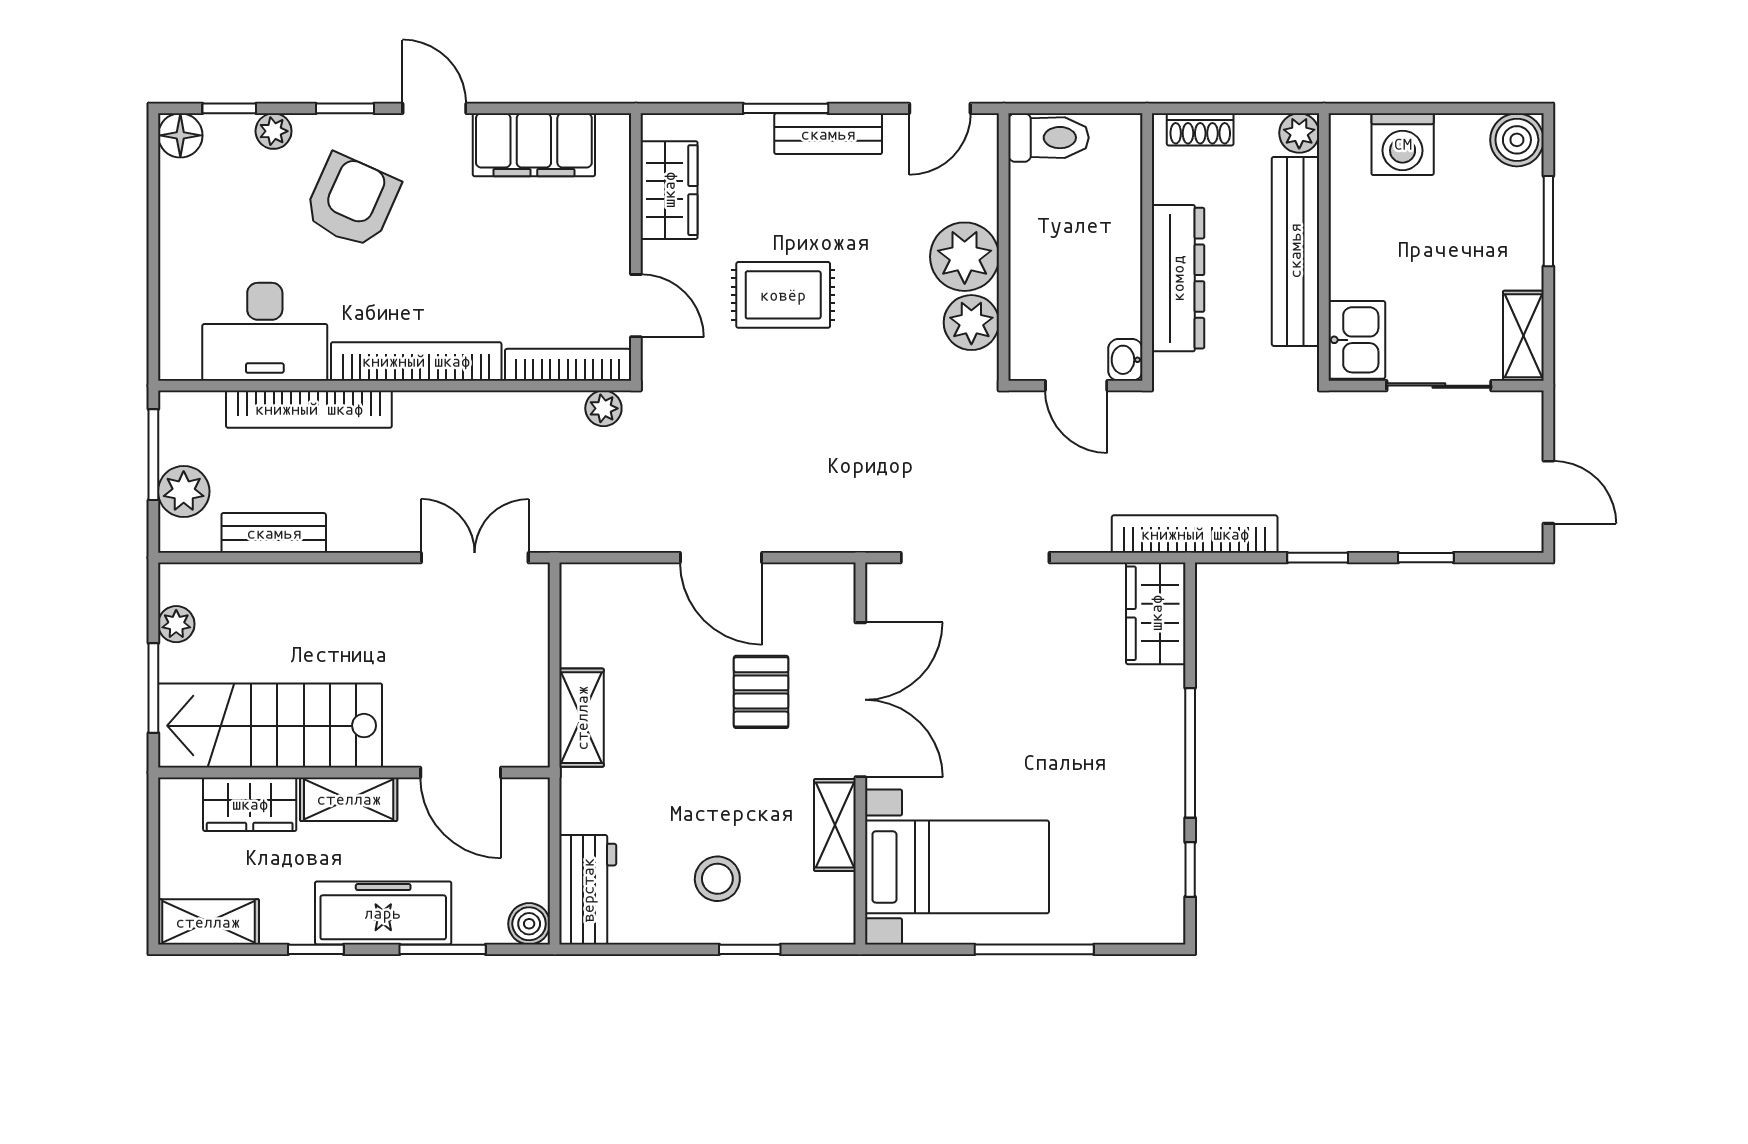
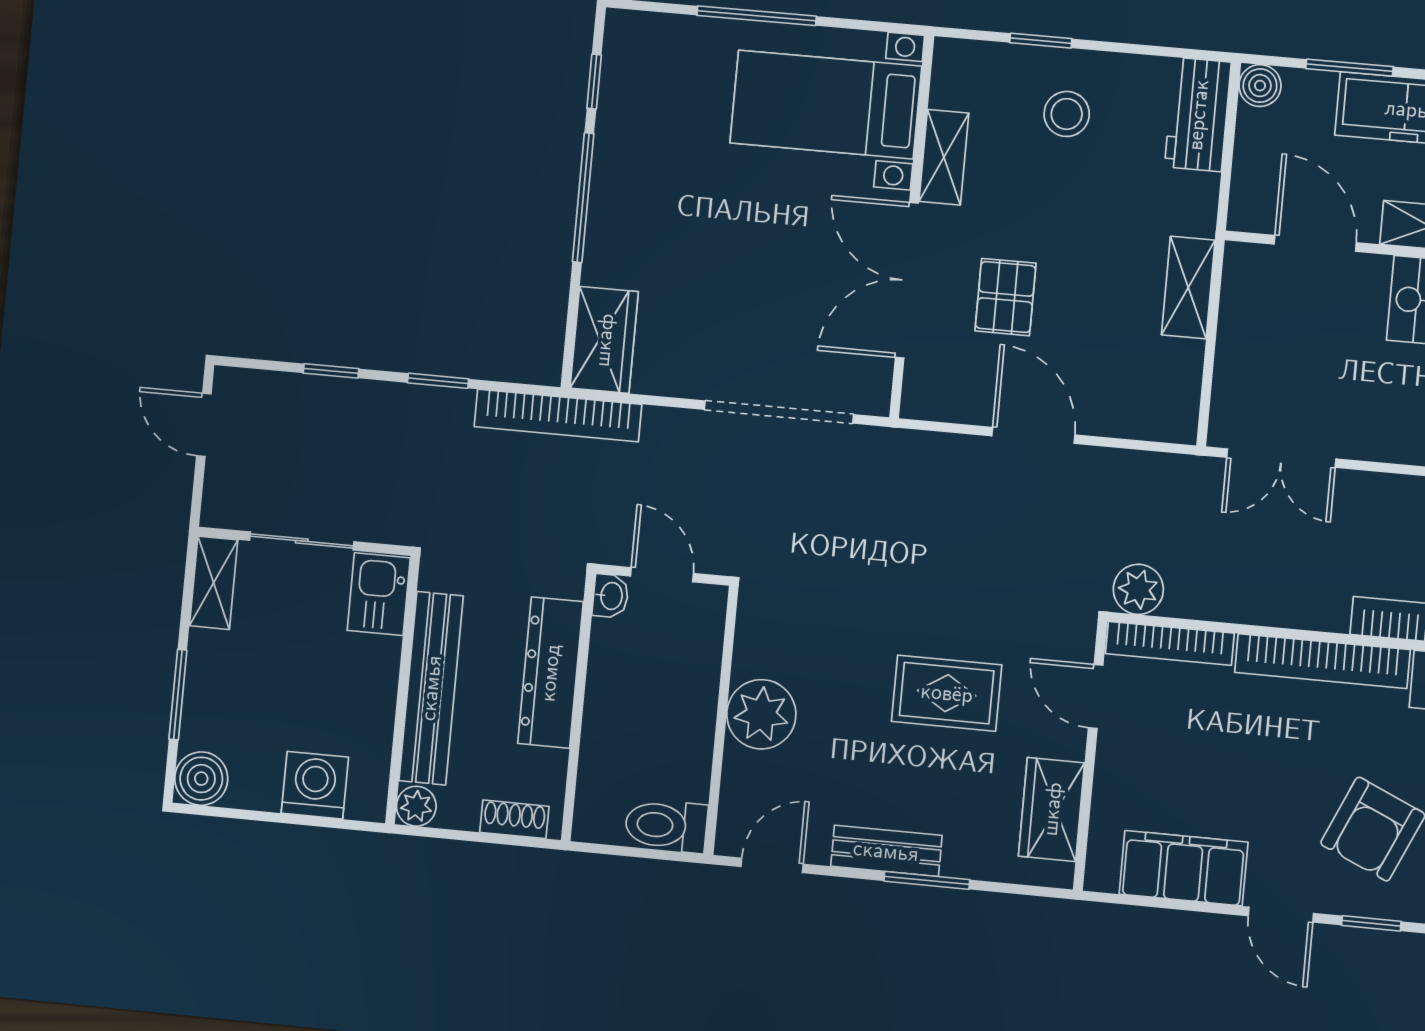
plant: (971, 323) -> (761, 648), removed
plant: (603, 408) -> (1138, 589), width x1.38, depth x1.38

